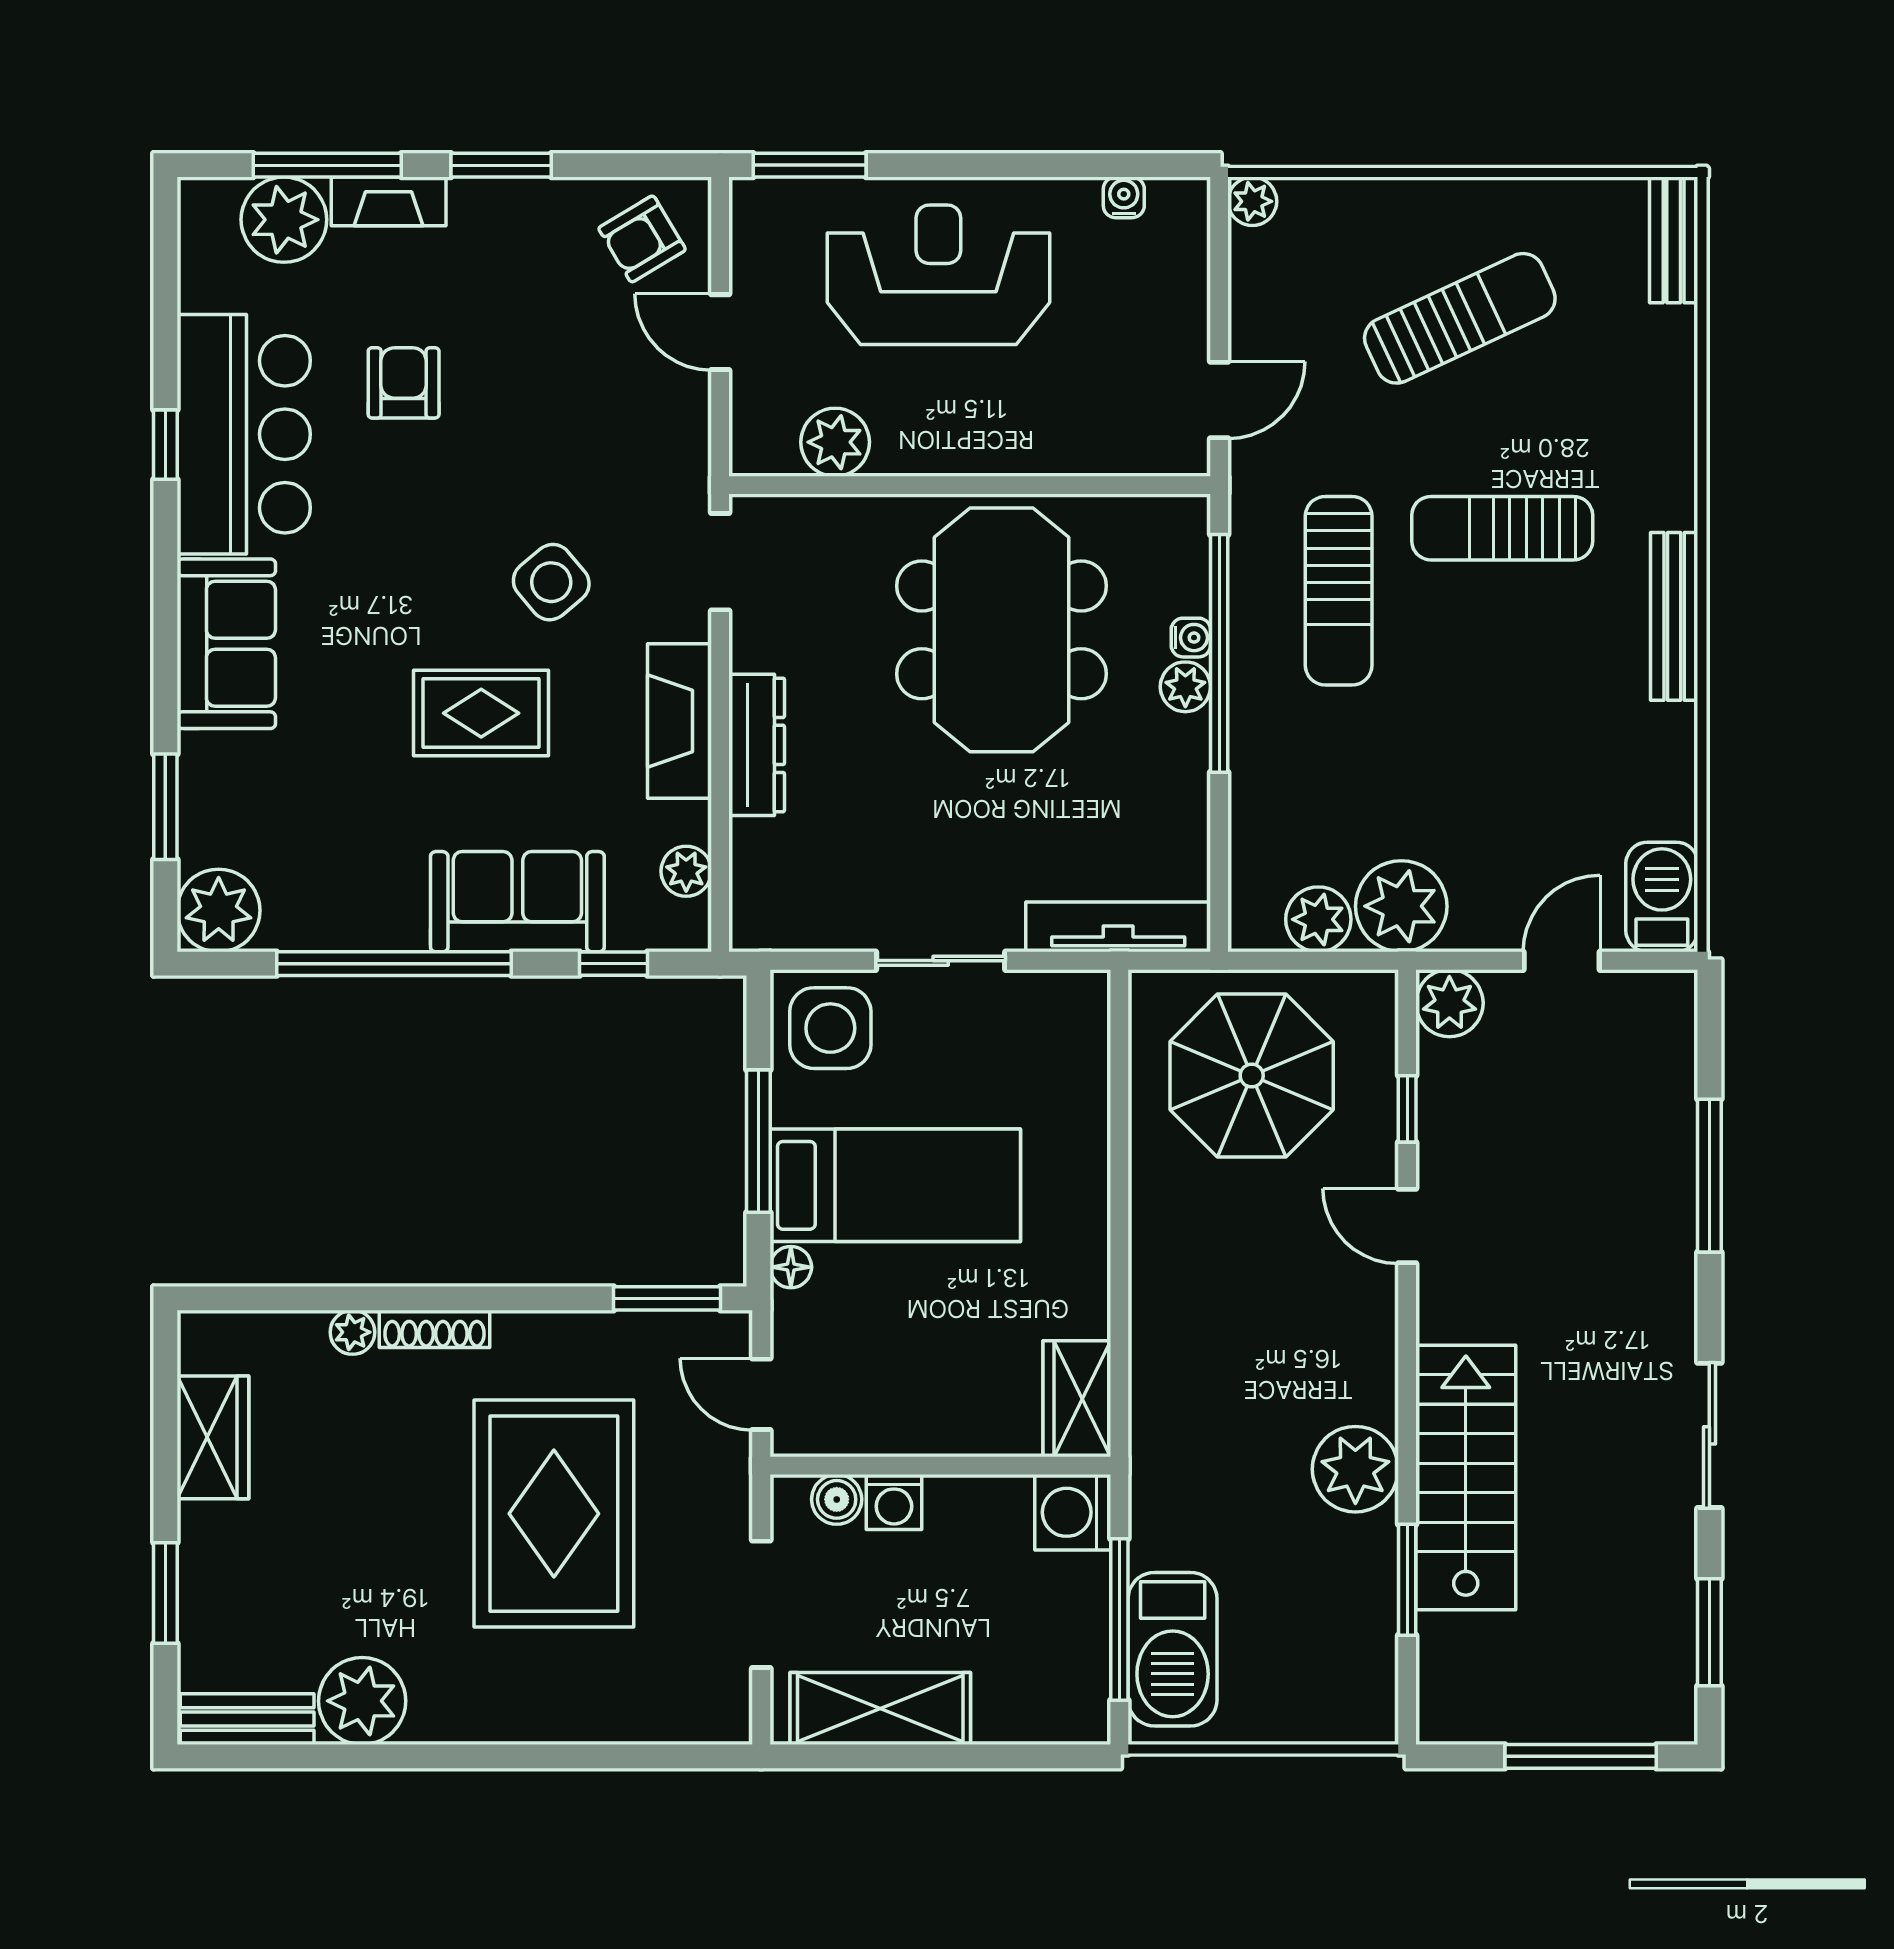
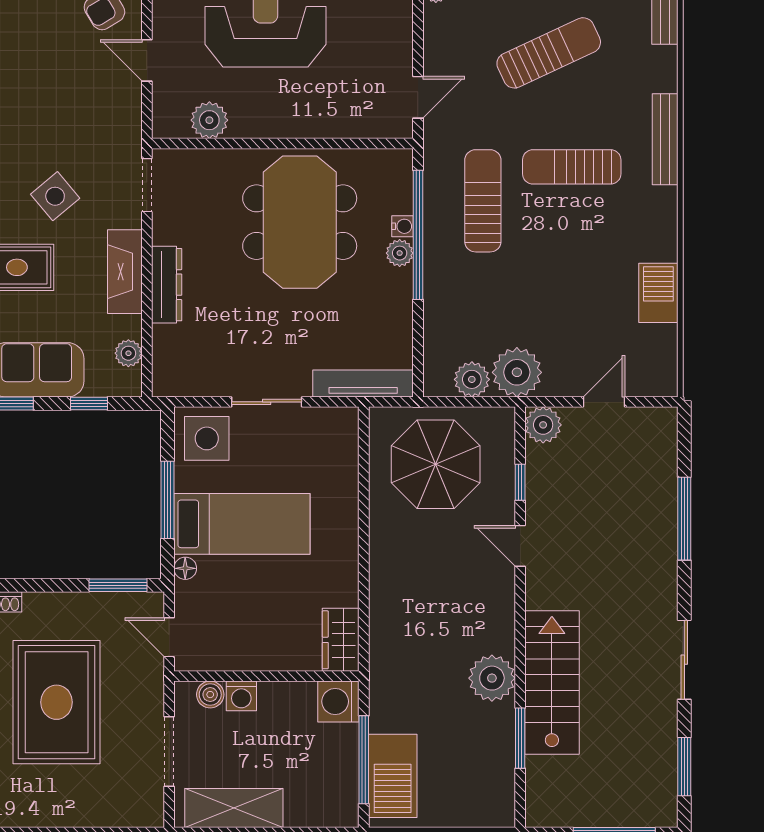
sun lounger: (1339, 591) -> (483, 201), turned 180
bench: (1674, 616) -> (665, 139), moved
barbecue: (1662, 897) -> (658, 293), moved

